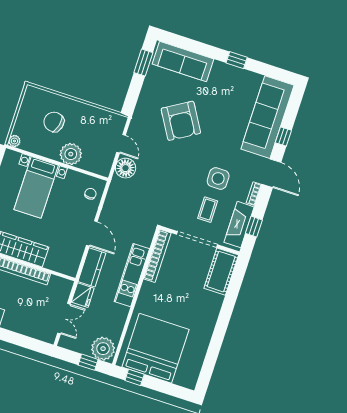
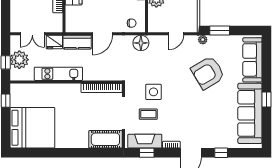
window: (143, 63) -> (220, 31), moved
plant: (139, 114) -> (203, 40), added
sofa: (267, 117) -> (250, 113), moved, turned -90
floor lamp: (126, 168) -> (141, 43), moved
side table: (218, 178) -> (153, 92), moved
kitchen unit: (132, 275) -> (58, 74), moved
bed: (155, 348) -> (32, 128), moved
plant: (103, 349) -> (19, 60), moved

